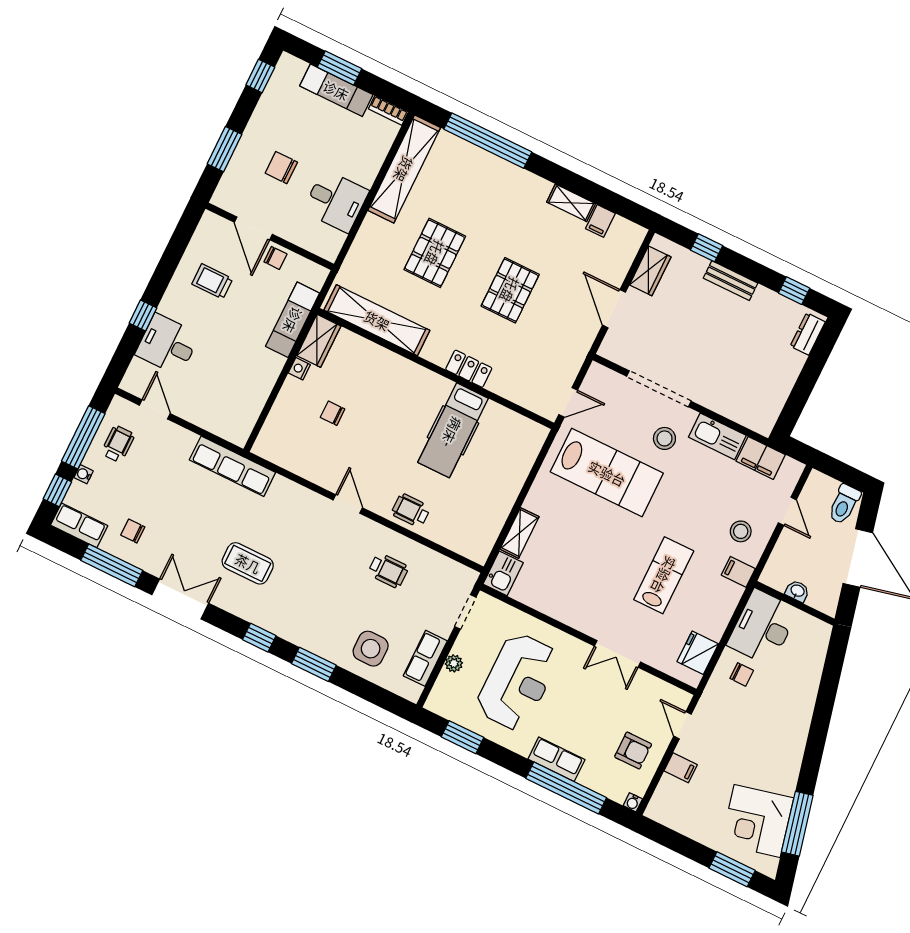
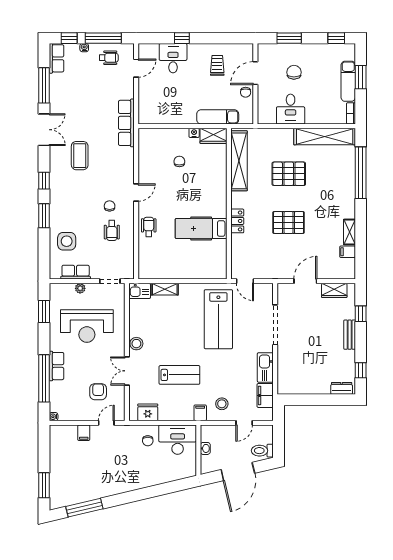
stool: (664, 438) -> (136, 344), moved
chair: (133, 531) -> (110, 206), moved
armchair: (633, 750) -> (98, 392), moved, turned 180
corner desk: (757, 821) -> (75, 486), removed

